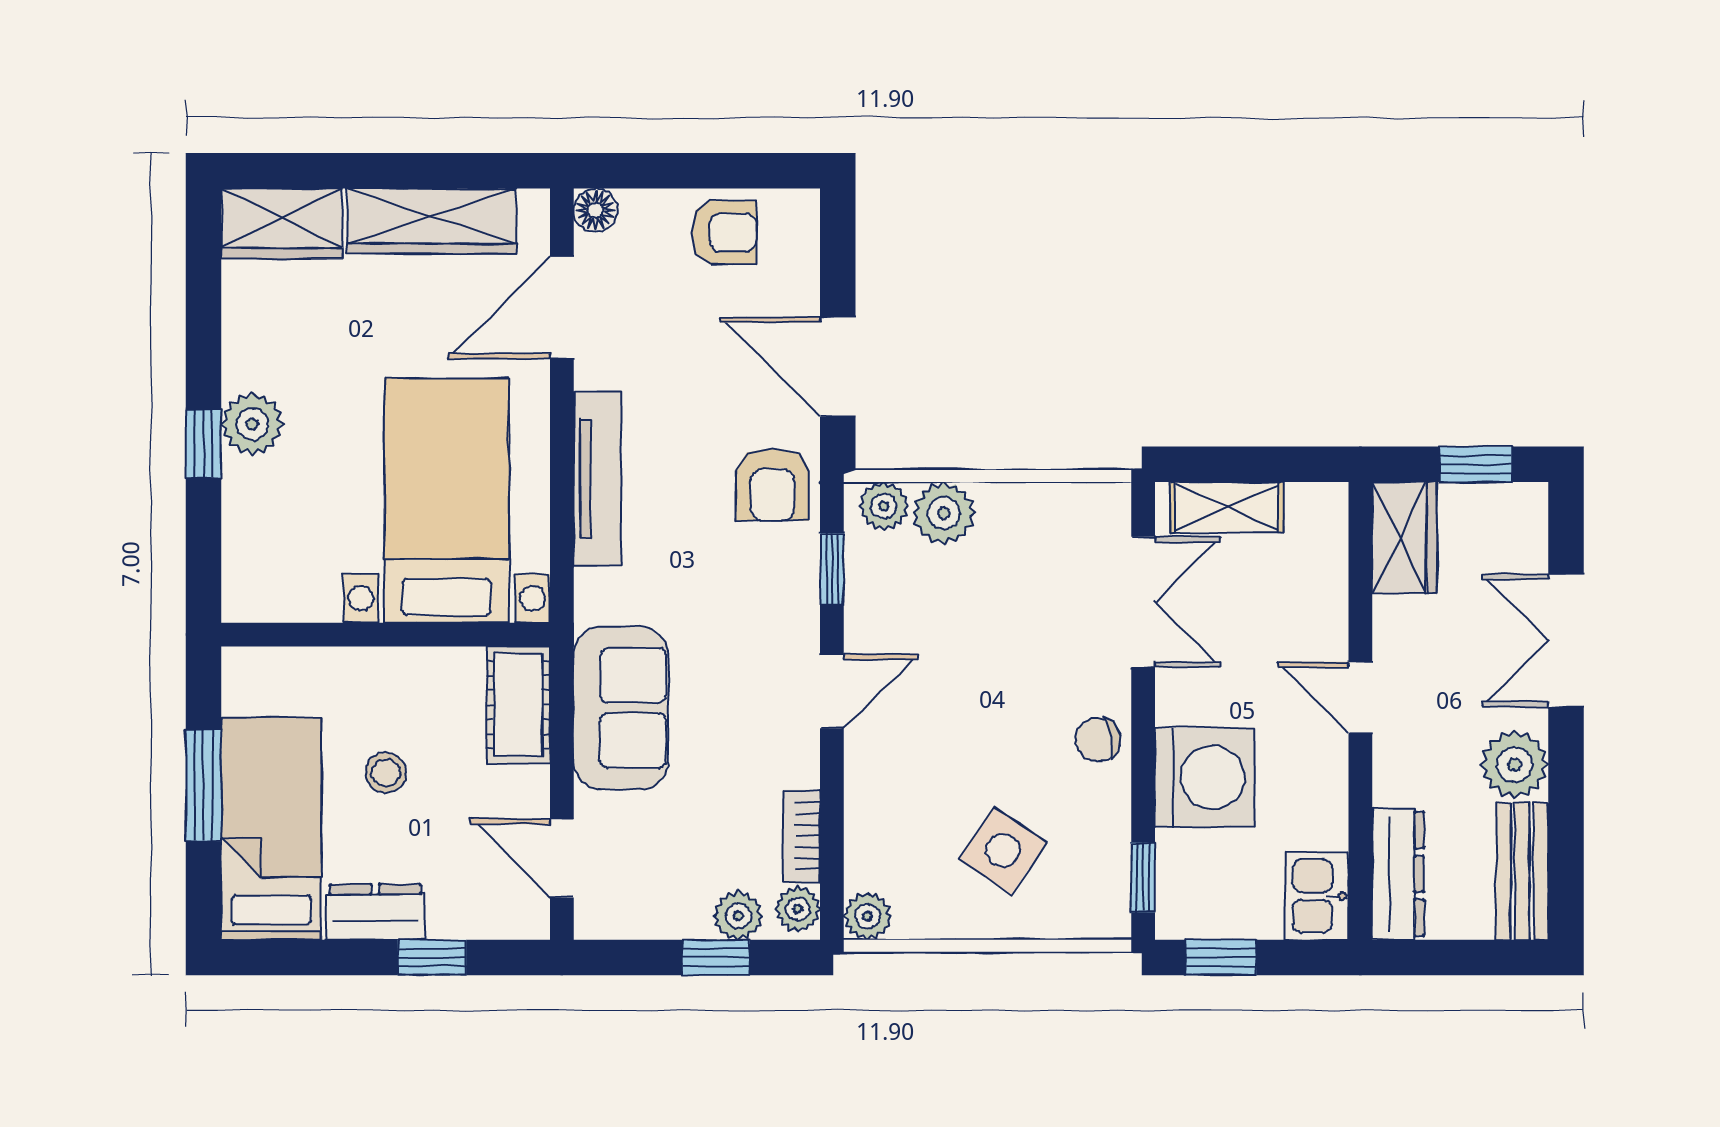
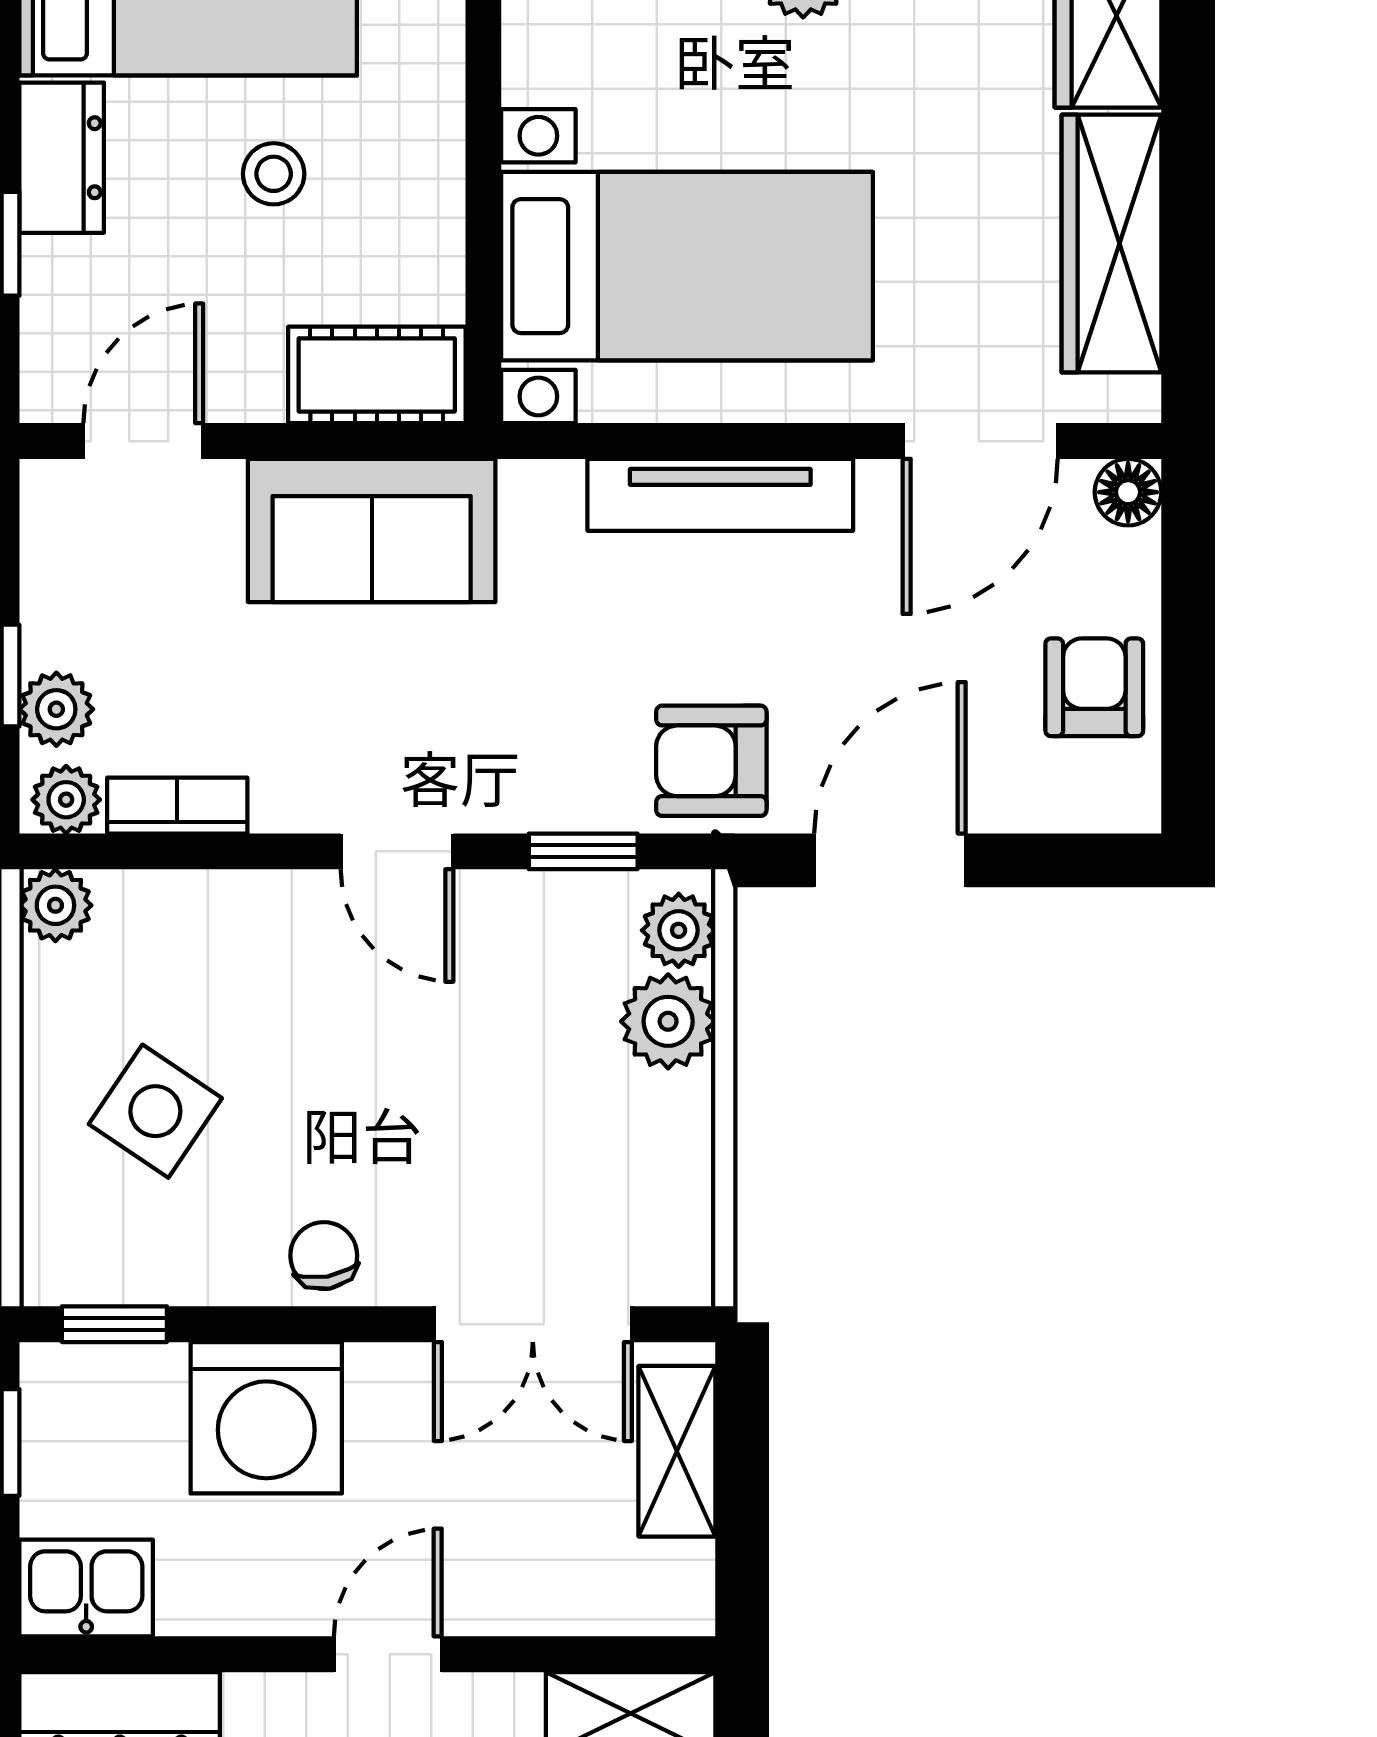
armchair: (724, 232) -> (1094, 687), turned 180
door: (562, 308) -> (980, 441), swing flipped

